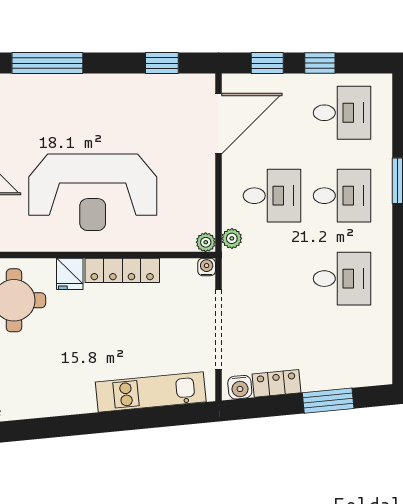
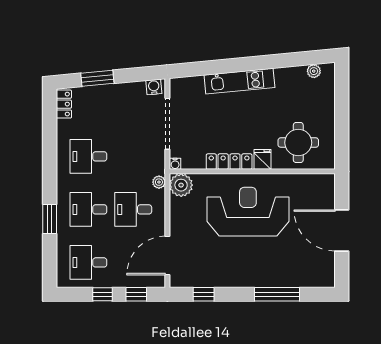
plant: (206, 242) -> (181, 185), width x1.88, depth x1.88
locker: (277, 383) -> (64, 104), moved, turned -85
kitchen unit: (151, 392) -> (239, 81), moved

